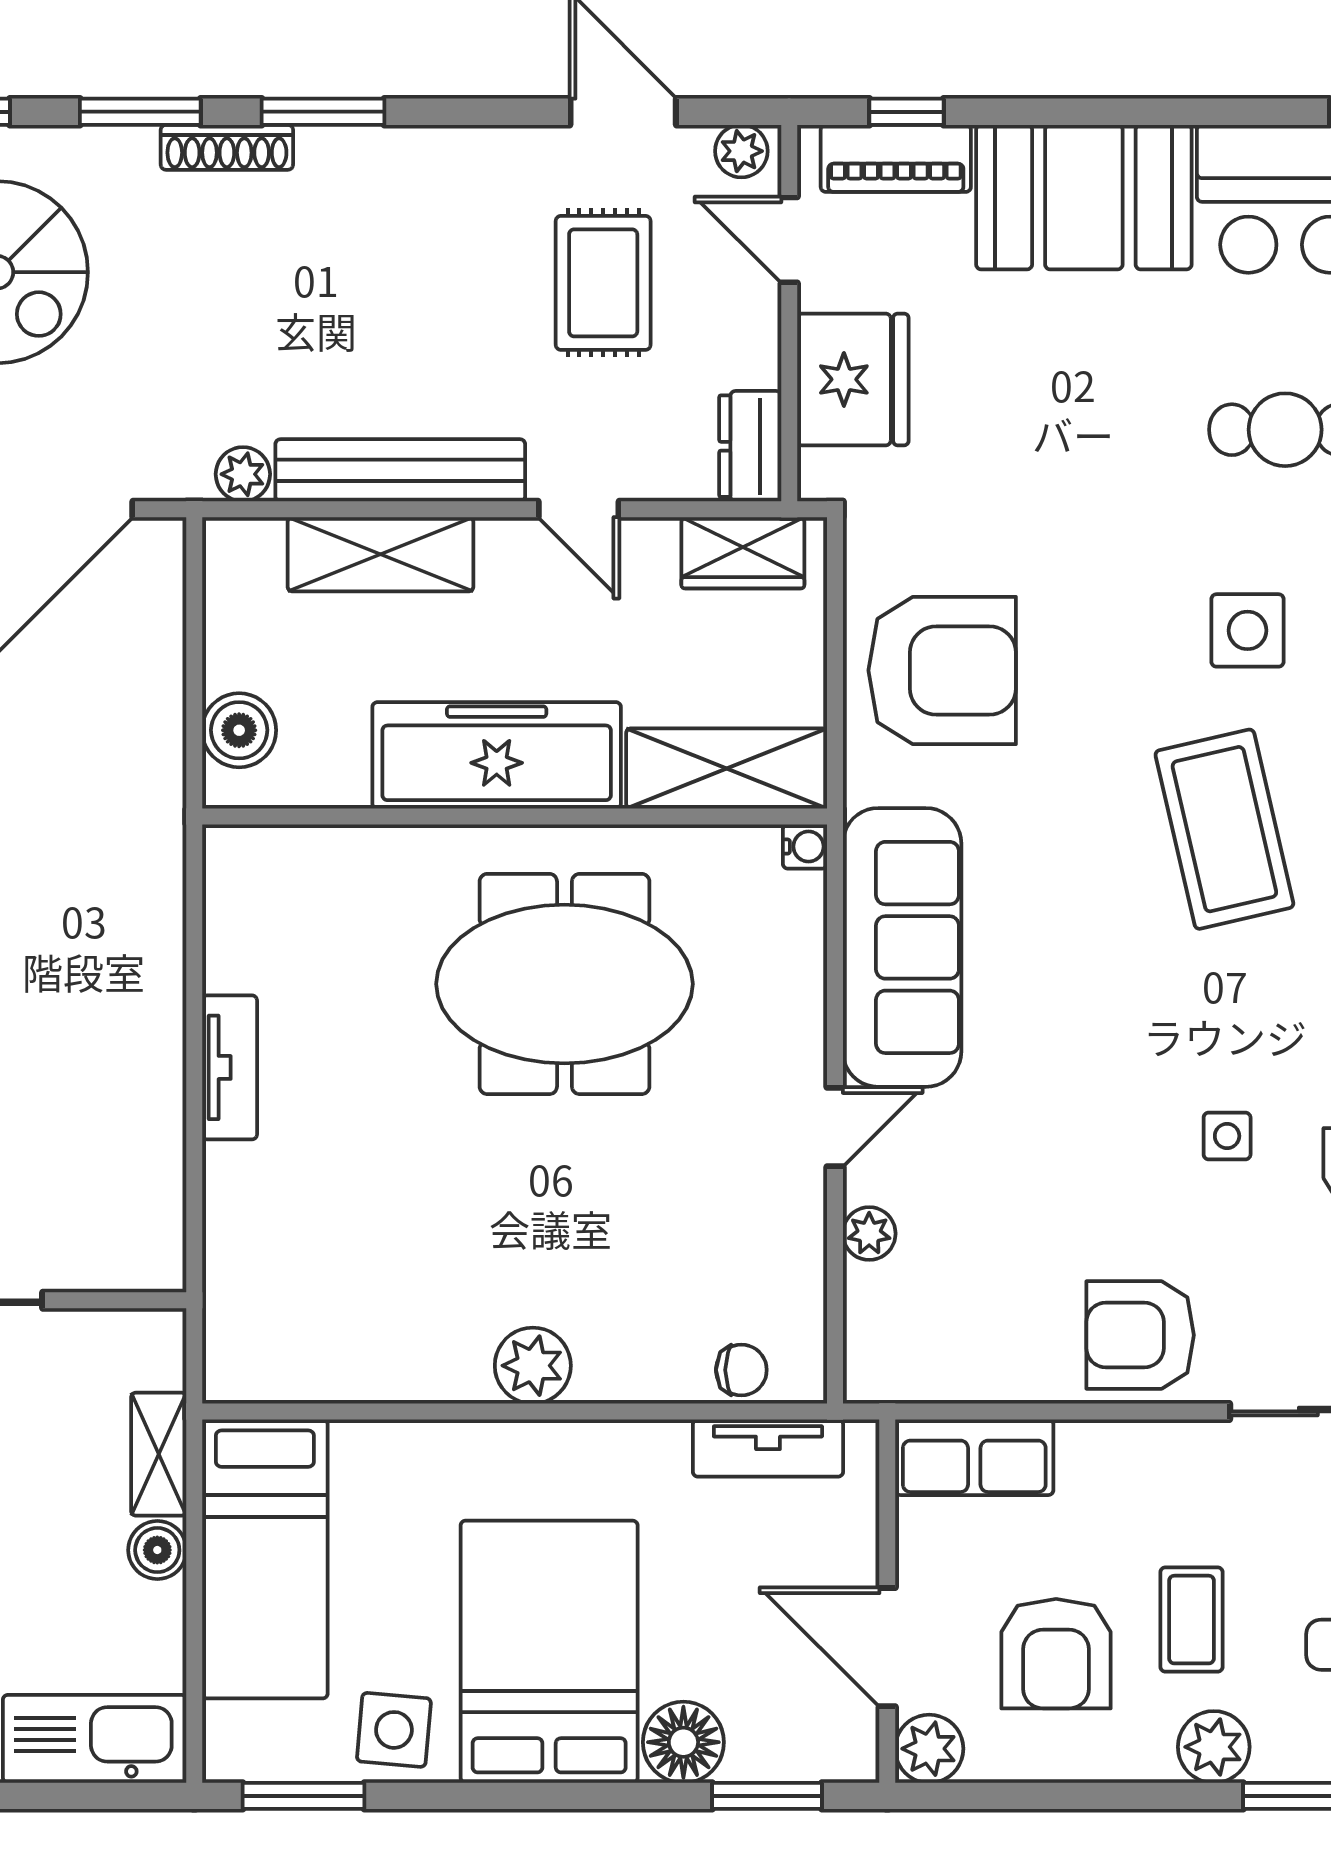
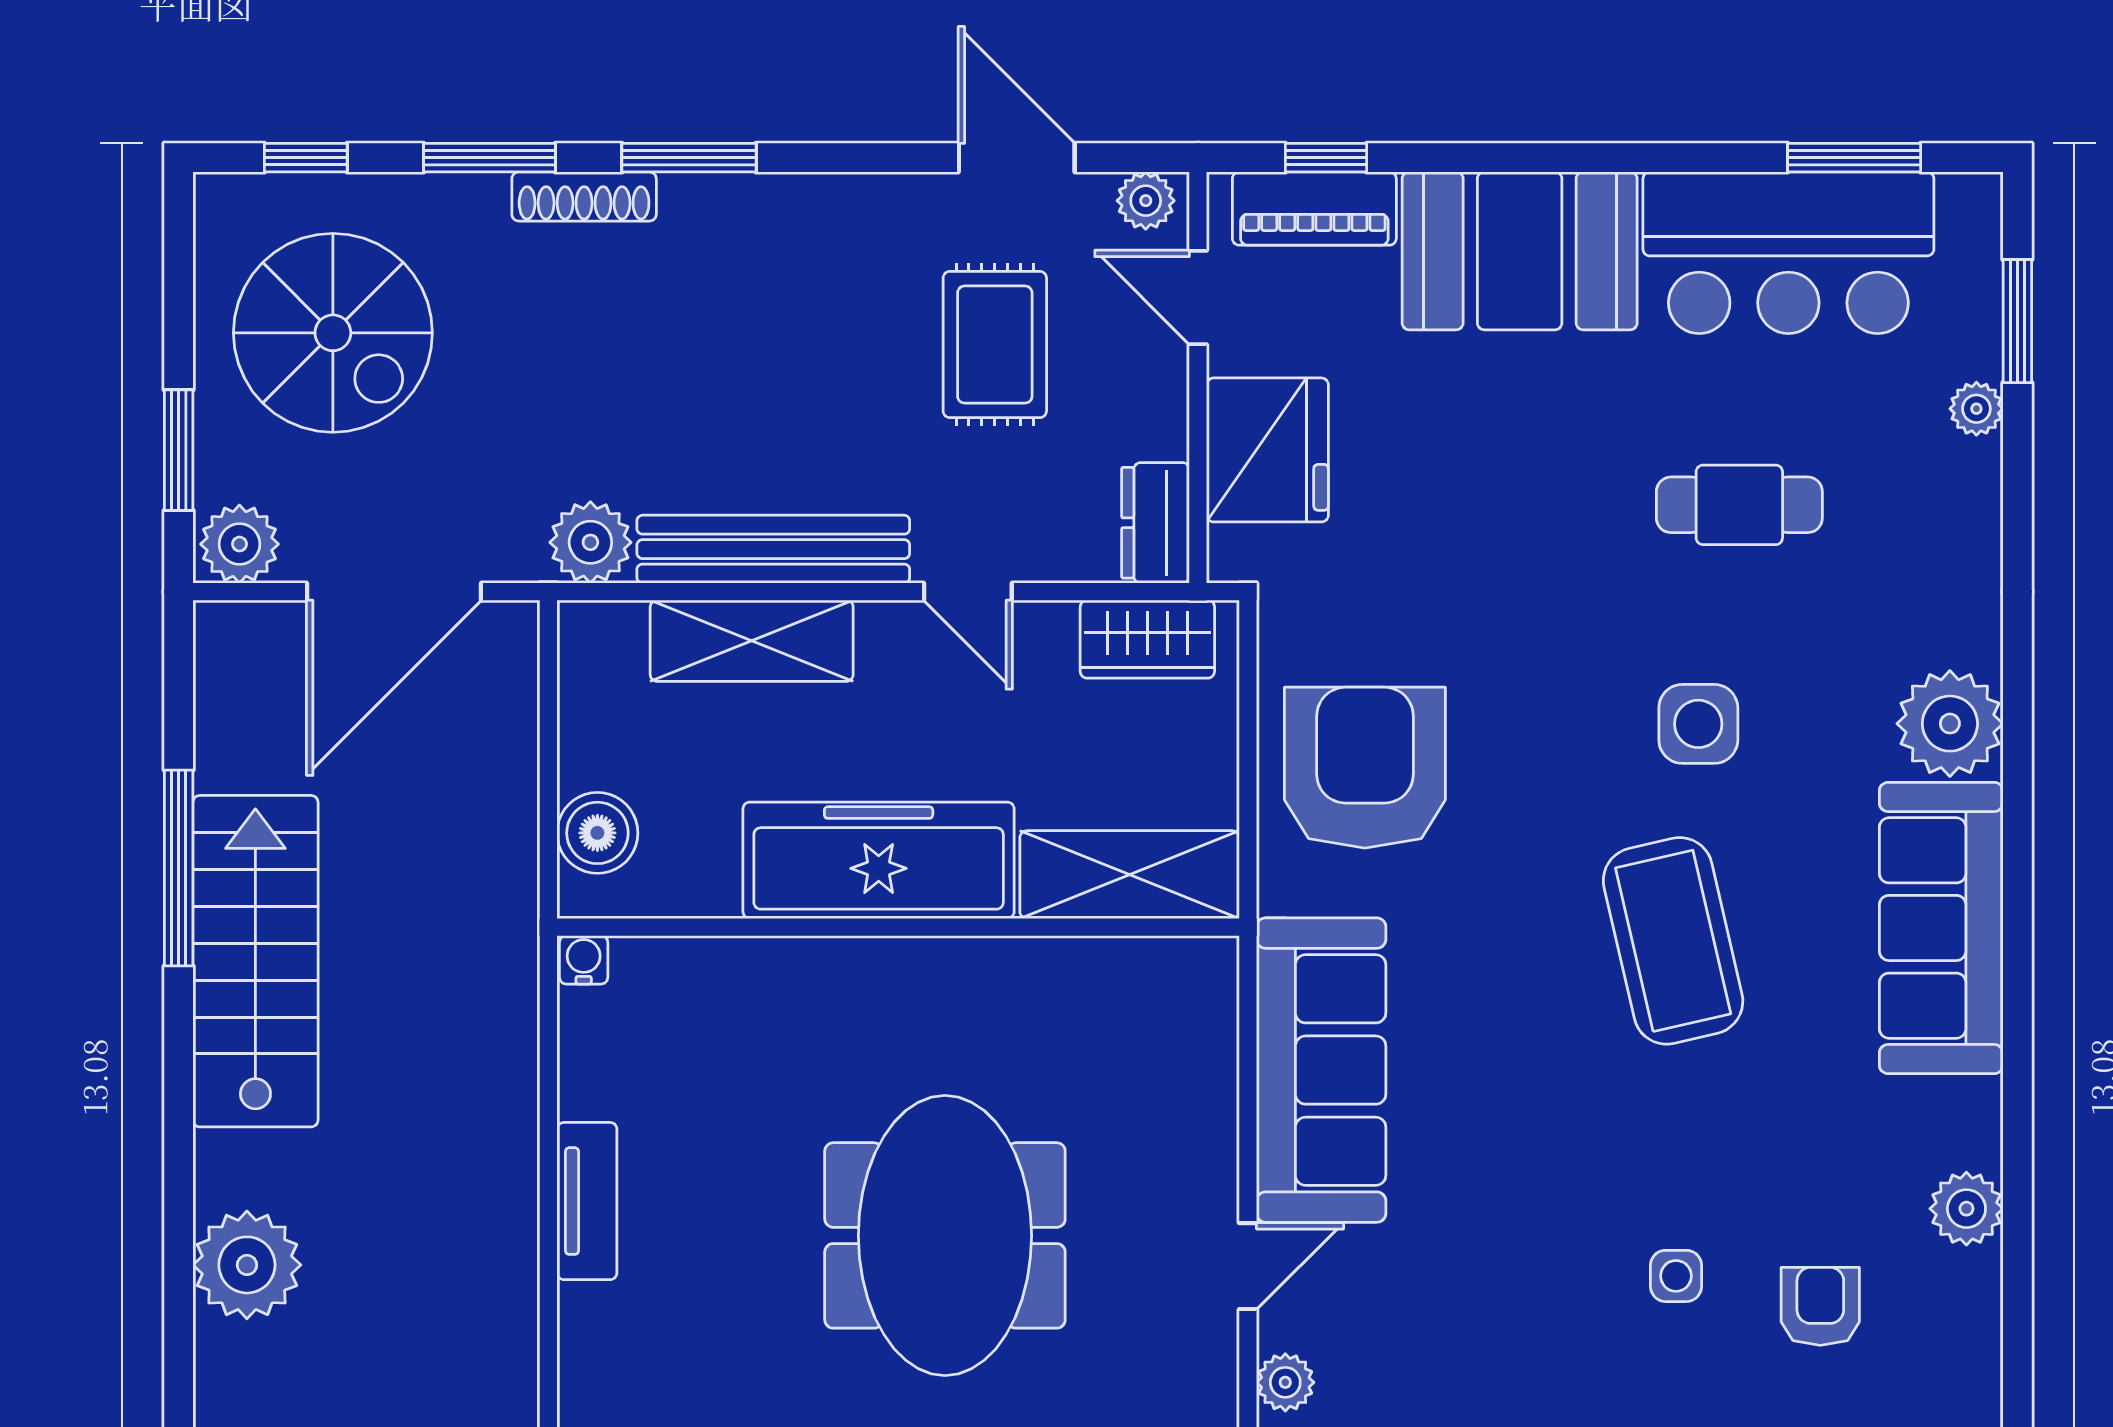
plant: (243, 474) -> (590, 542), width x1.38, depth x1.38
armchair: (942, 670) -> (1365, 768), turned -90
water cooler: (805, 847) -> (584, 960), moved, turned -90
meeting table: (564, 984) -> (945, 1235), moved, turned 90

